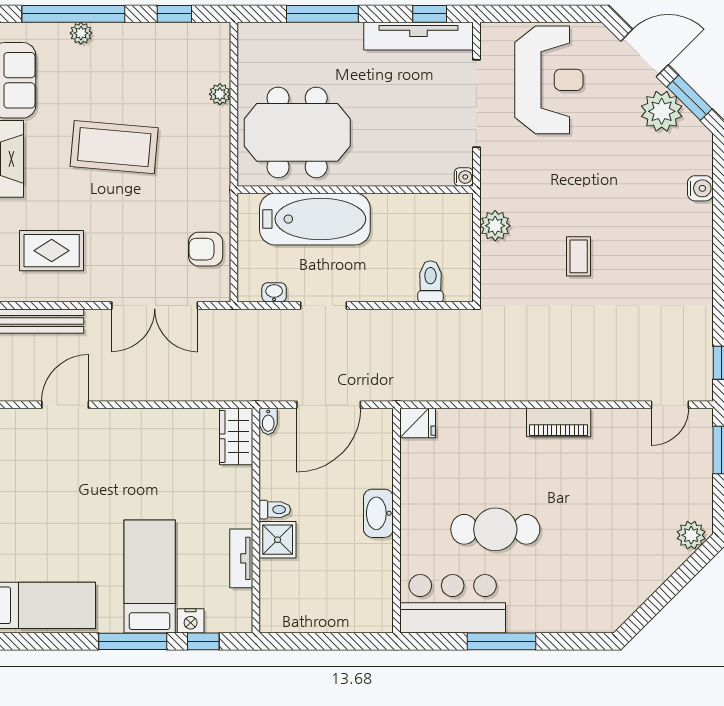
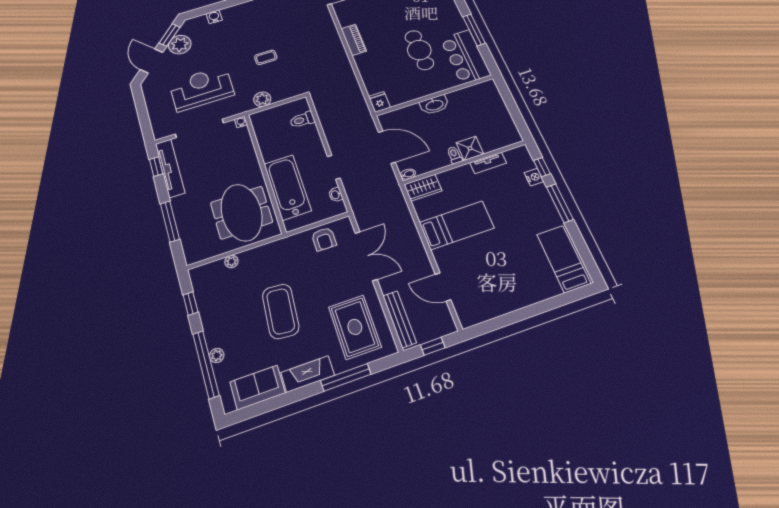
reception desk: (549, 80) -> (202, 88), moved
rug: (52, 251) -> (355, 327), width x1.36, depth x1.43
bed: (150, 576) -> (457, 225), moved, turned 180

